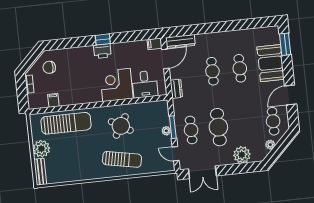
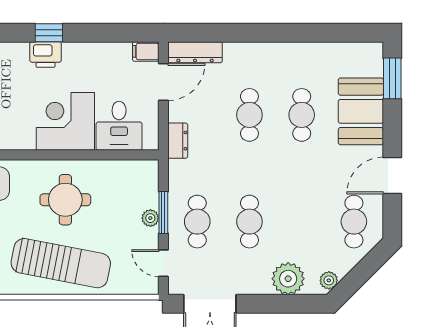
round table: (121, 126) -> (65, 200), turned -31
cafe table: (218, 127) -> (249, 222), width x0.73, depth x0.74
plant: (270, 145) -> (329, 280), moved
sun lounger: (122, 159) -> (61, 263), width x1.36, depth x1.34

